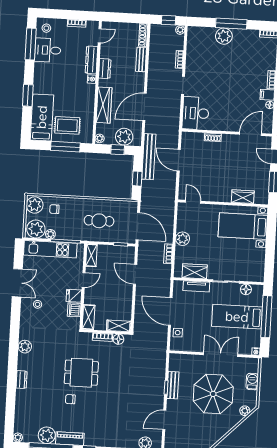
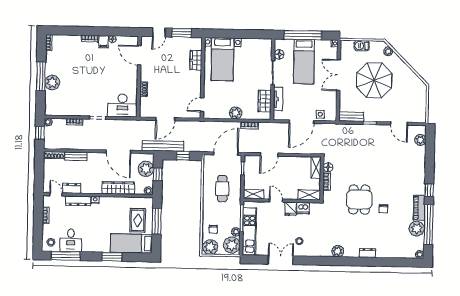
dresser: (105, 69) -> (72, 188), moved
bench: (173, 385) -> (351, 117), moved

